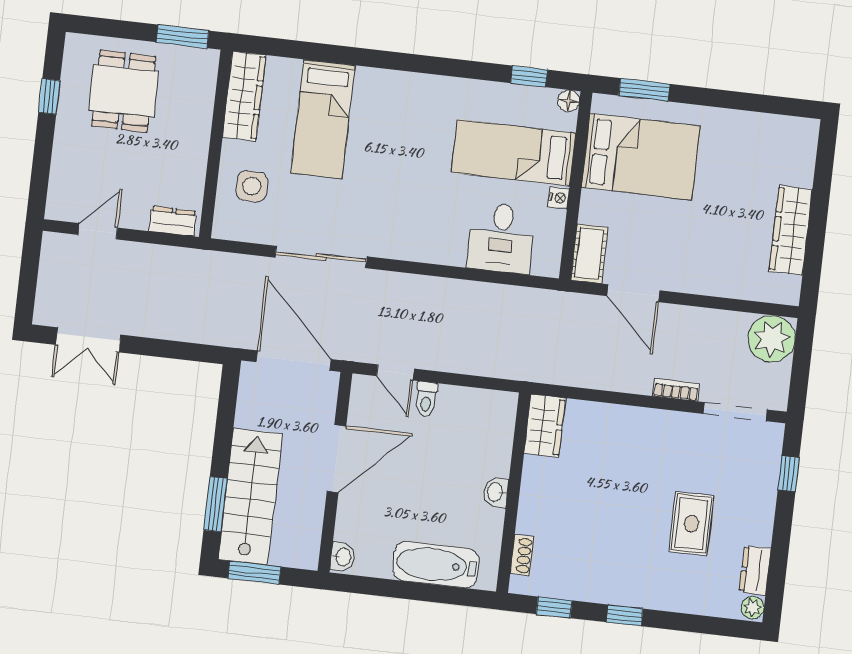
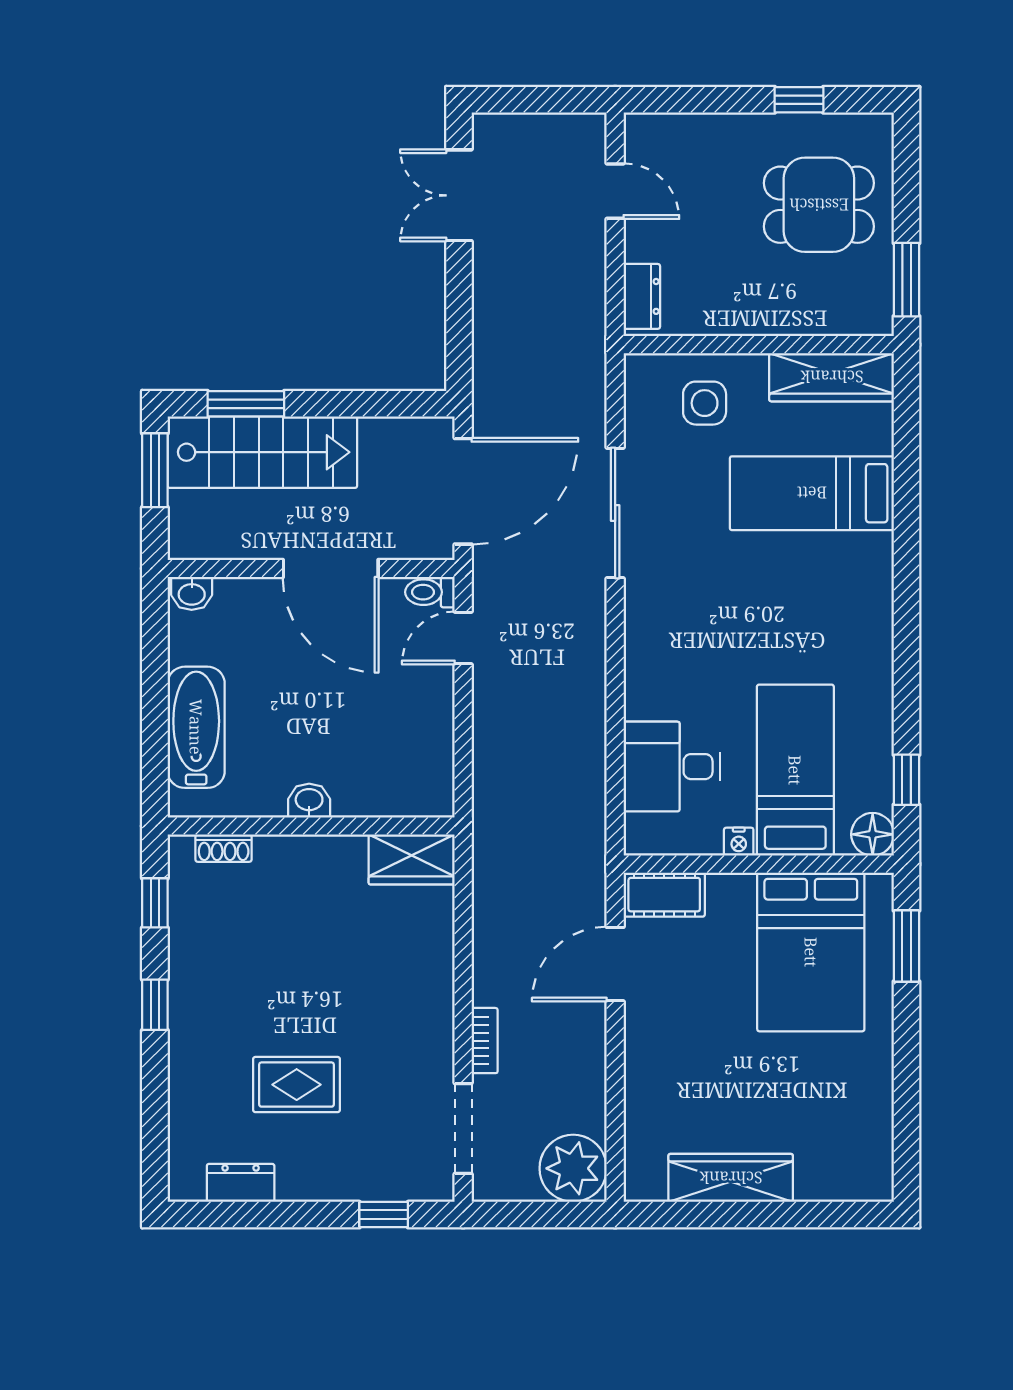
floor lamp: (569, 101) -> (873, 834), width x1.37, depth x1.37
toilet: (426, 399) -> (430, 592), moved
plant: (753, 608) -> (187, 1185), removed

